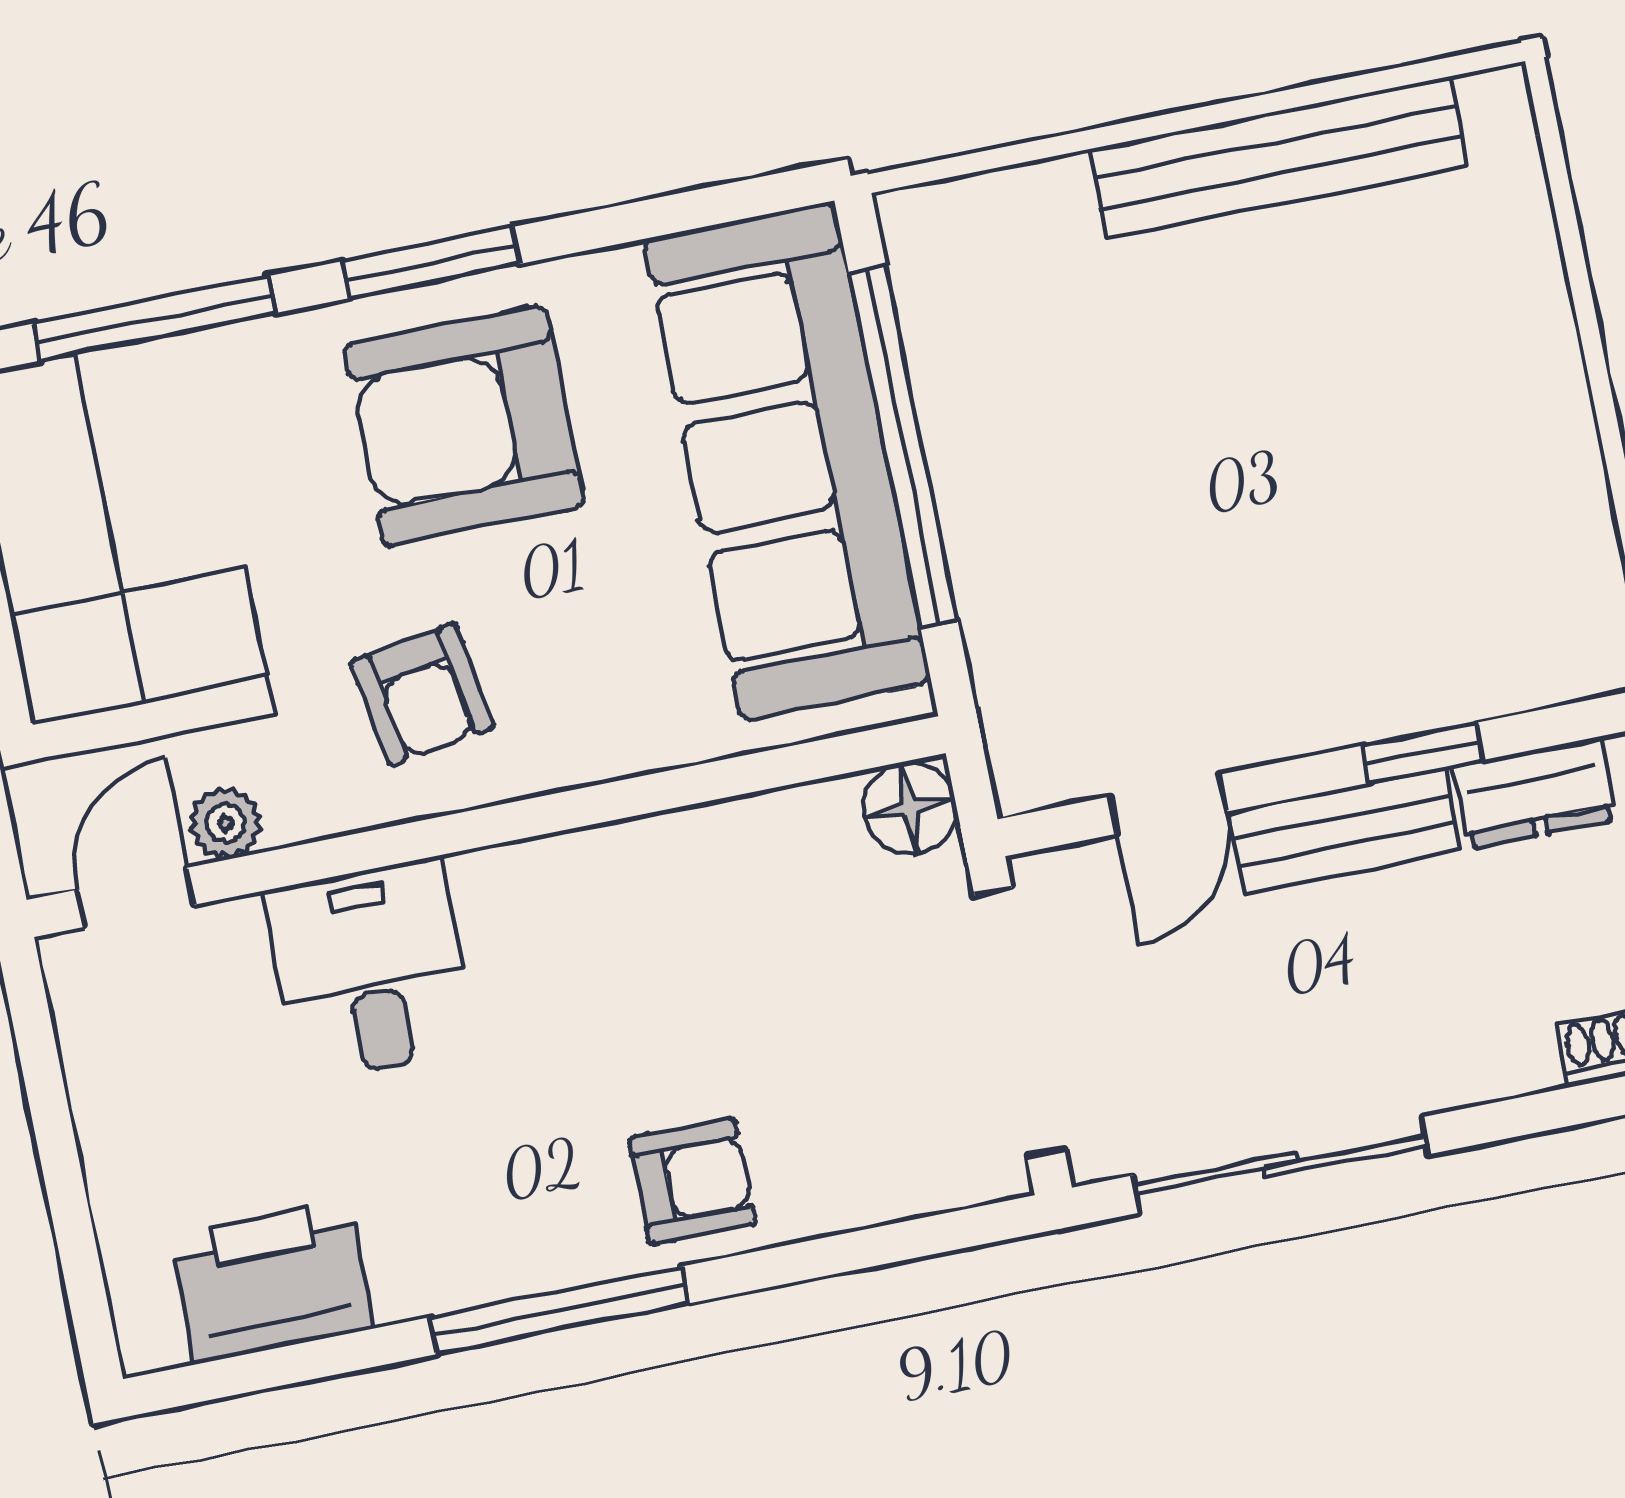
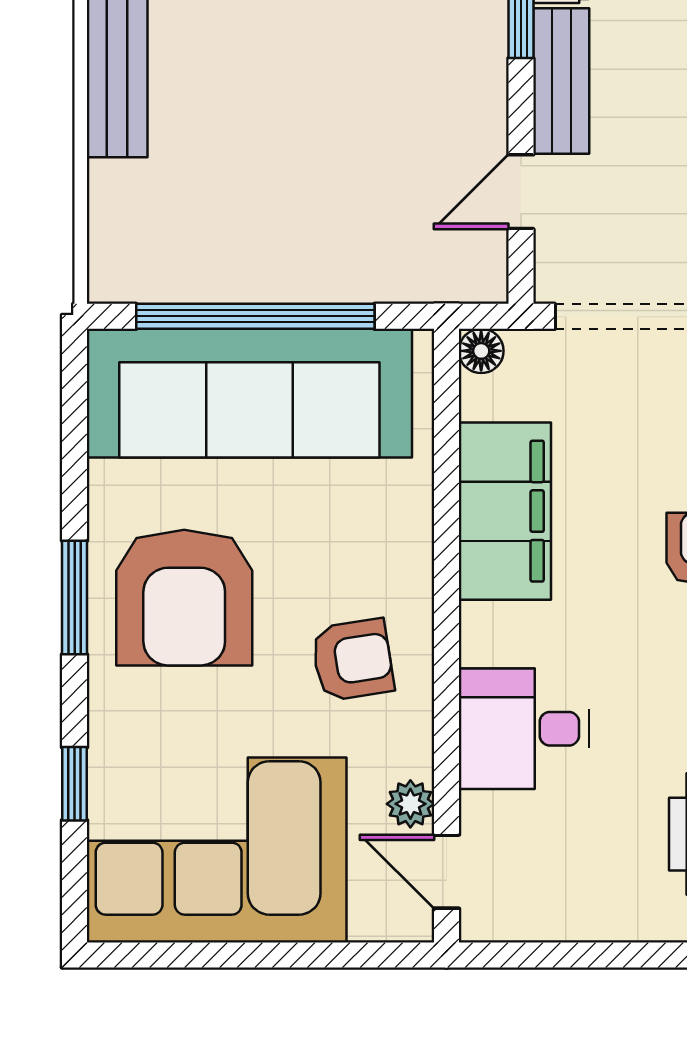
window: (155, 318) -> (75, 784), width x0.46
door: (1168, 804) -> (521, 192), swing flipped
floor lamp: (910, 808) -> (481, 351), width x0.73, depth x0.73
filing cabinet: (689, 876) -> (505, 511), added

